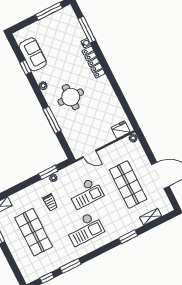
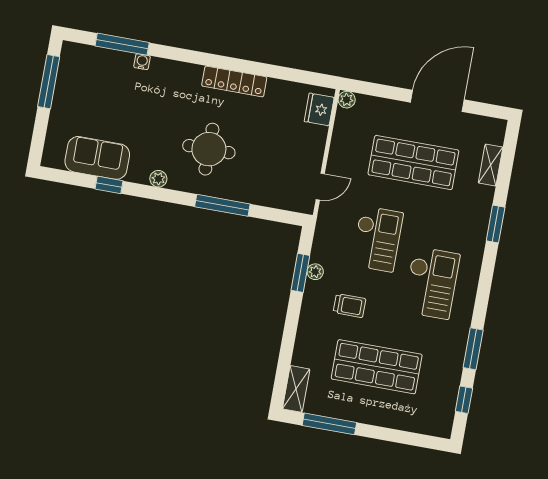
locker: (94, 62) -> (234, 81), moved

